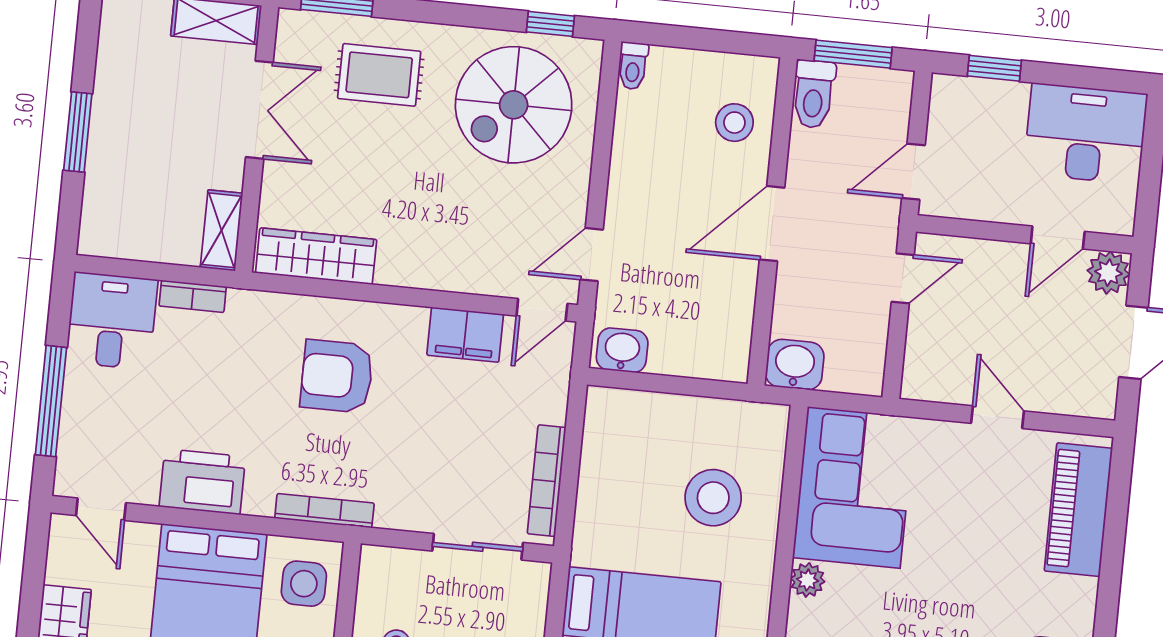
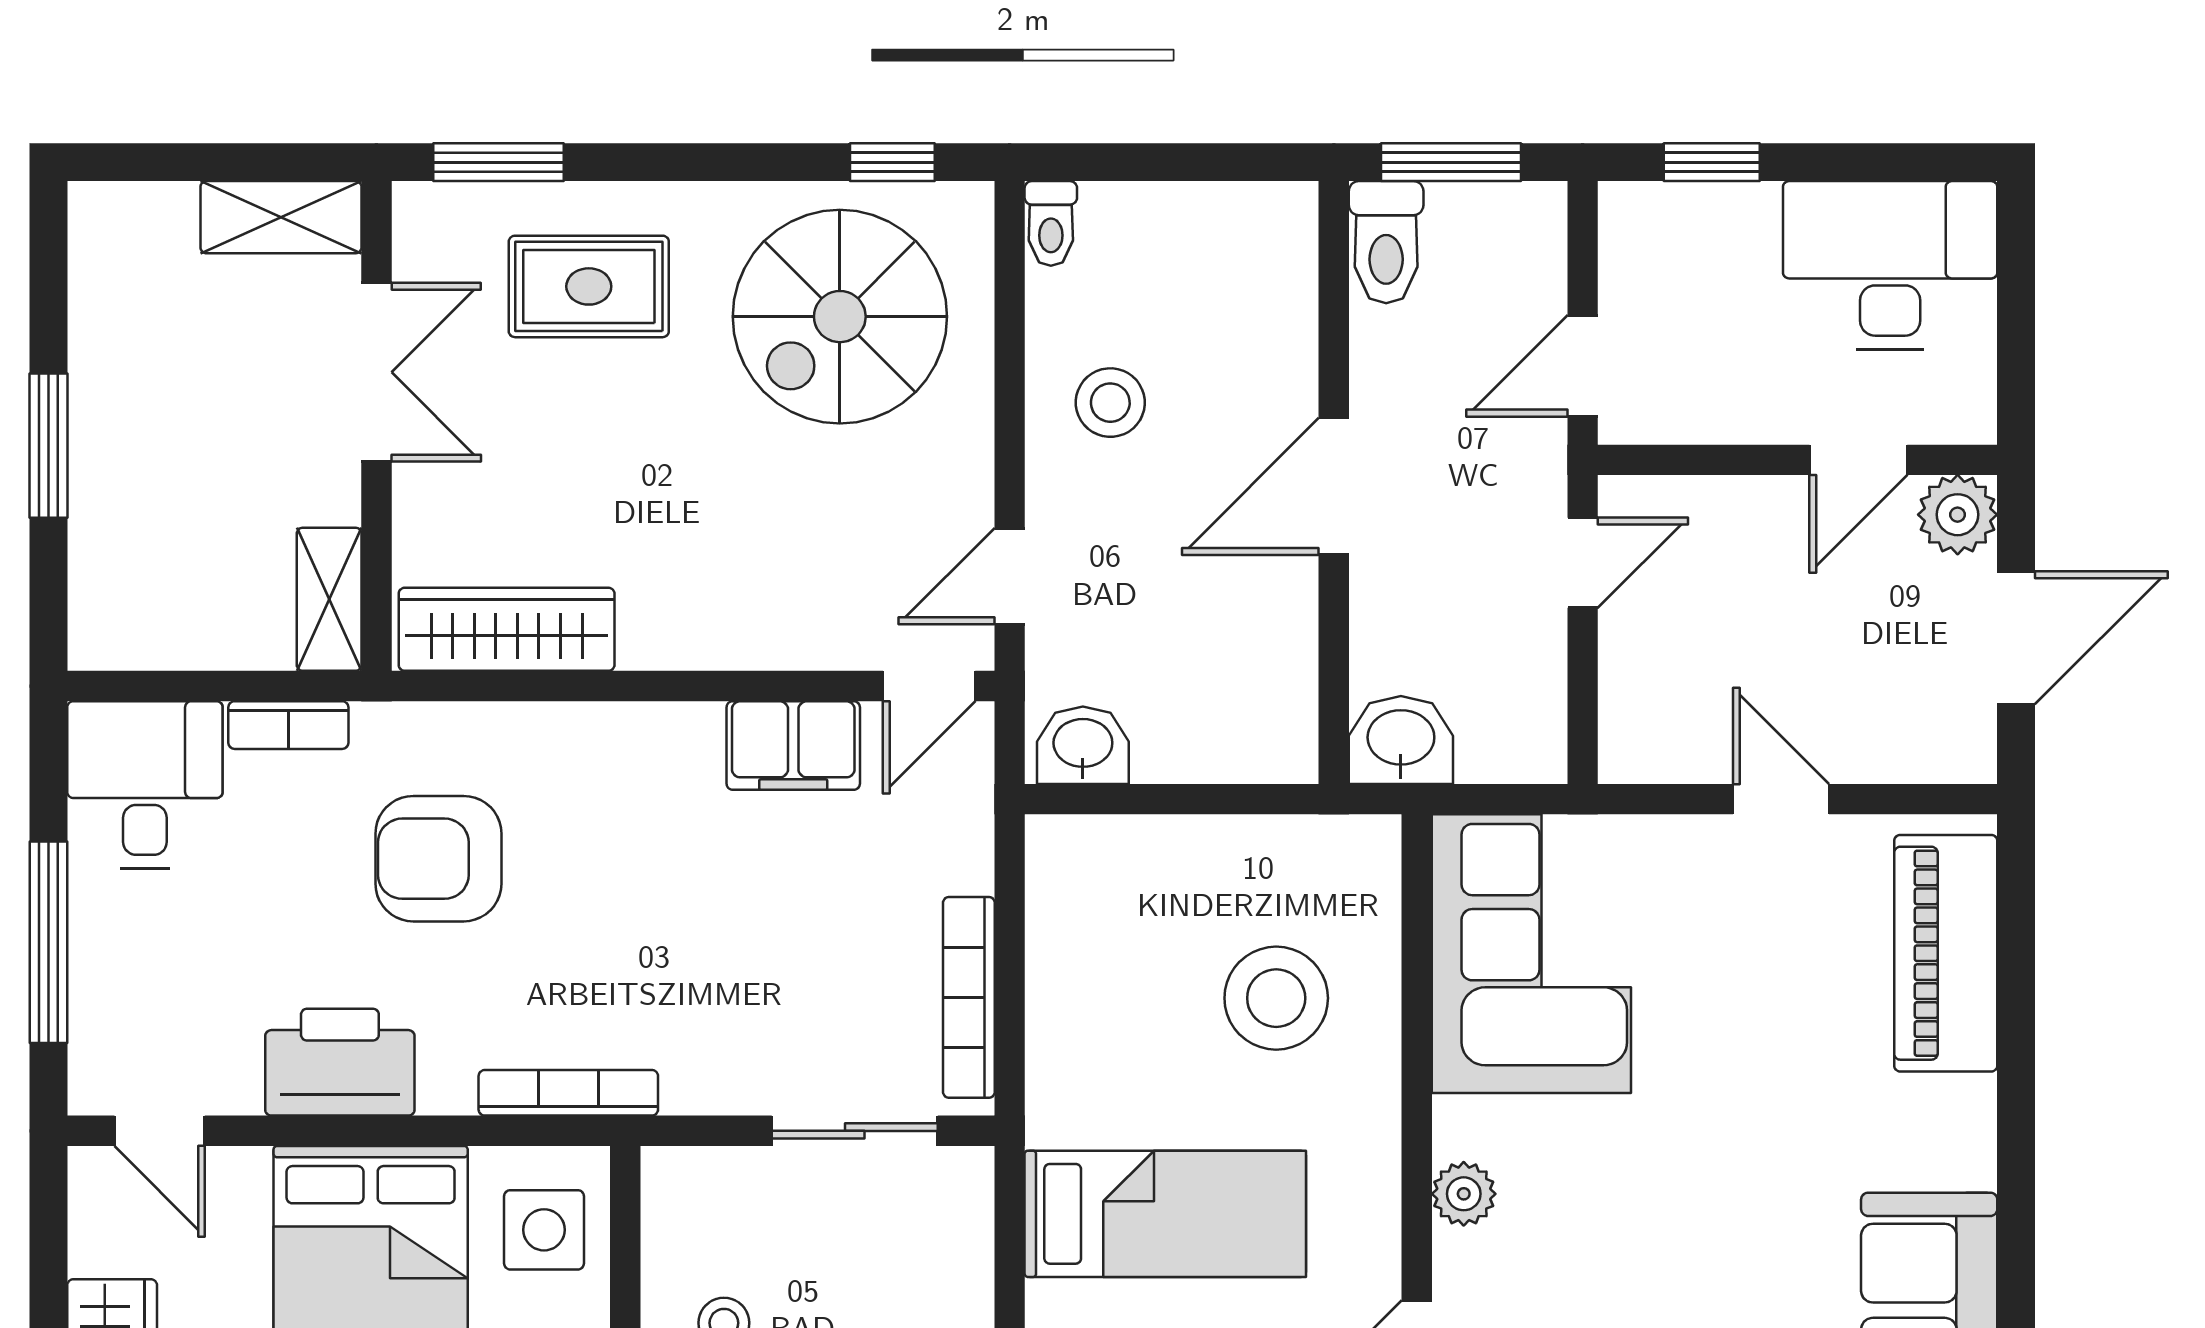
stool: (734, 123) -> (1110, 403), moved
armchair: (337, 376) -> (438, 859), moved
plant: (808, 580) -> (1464, 1194), moved

